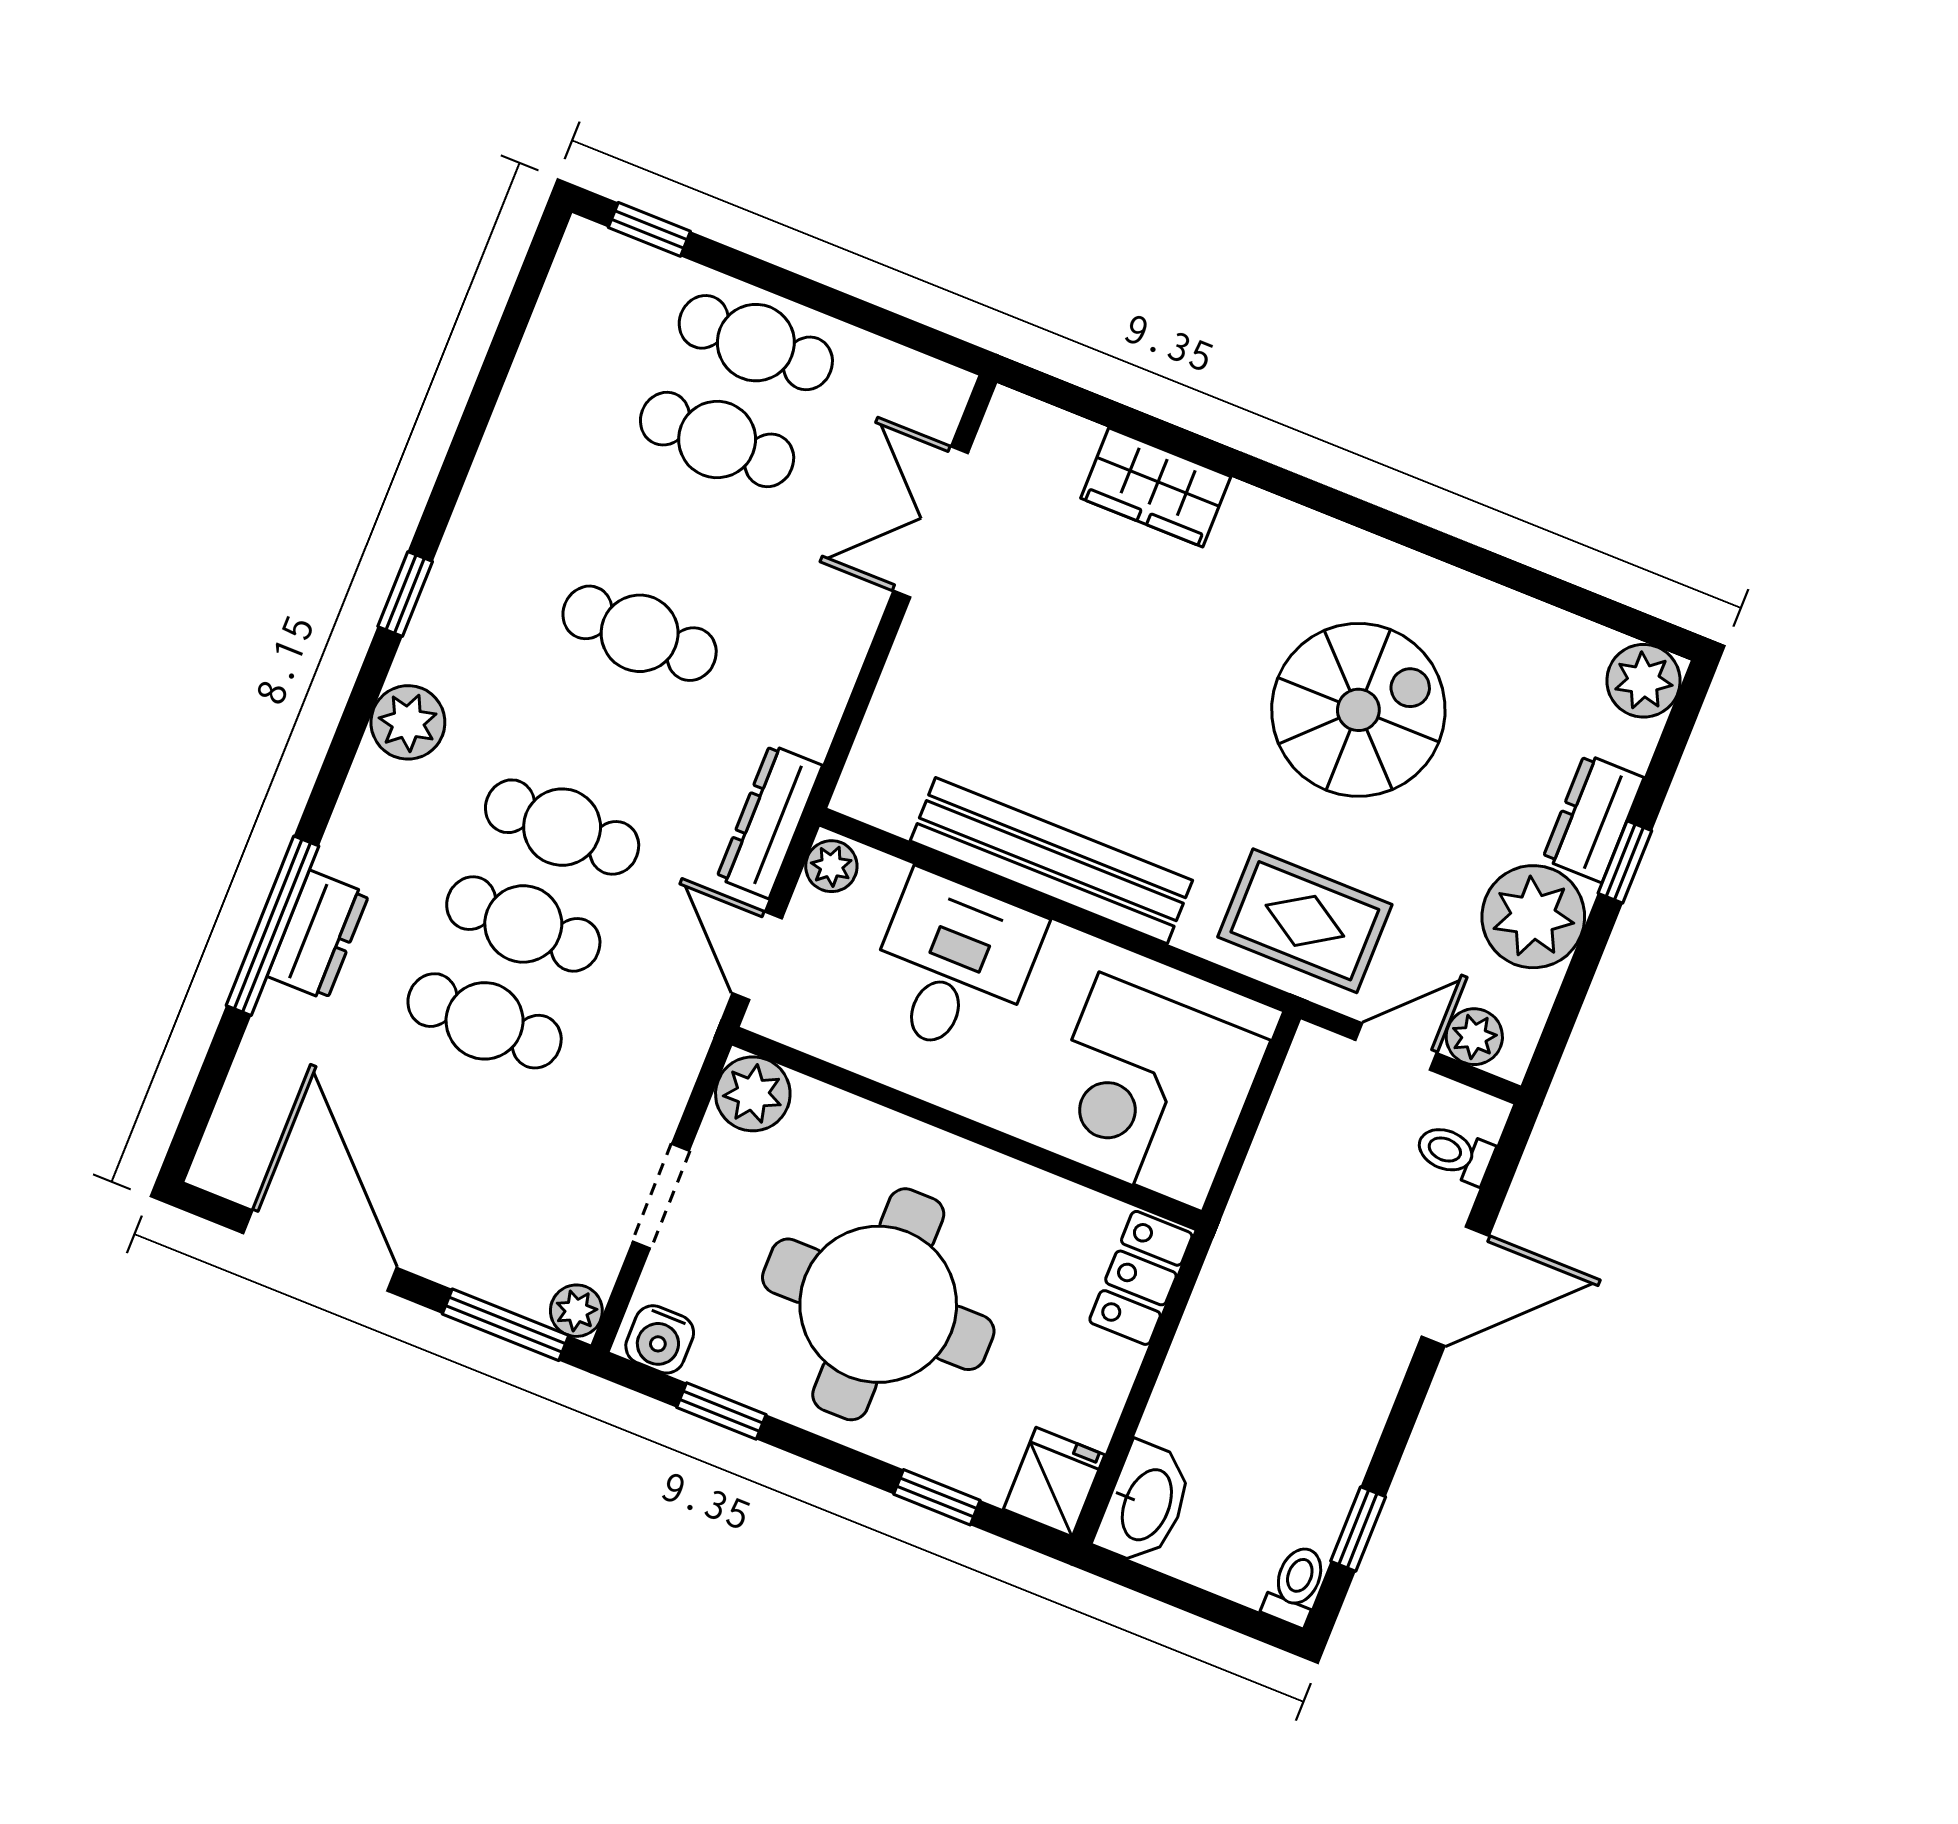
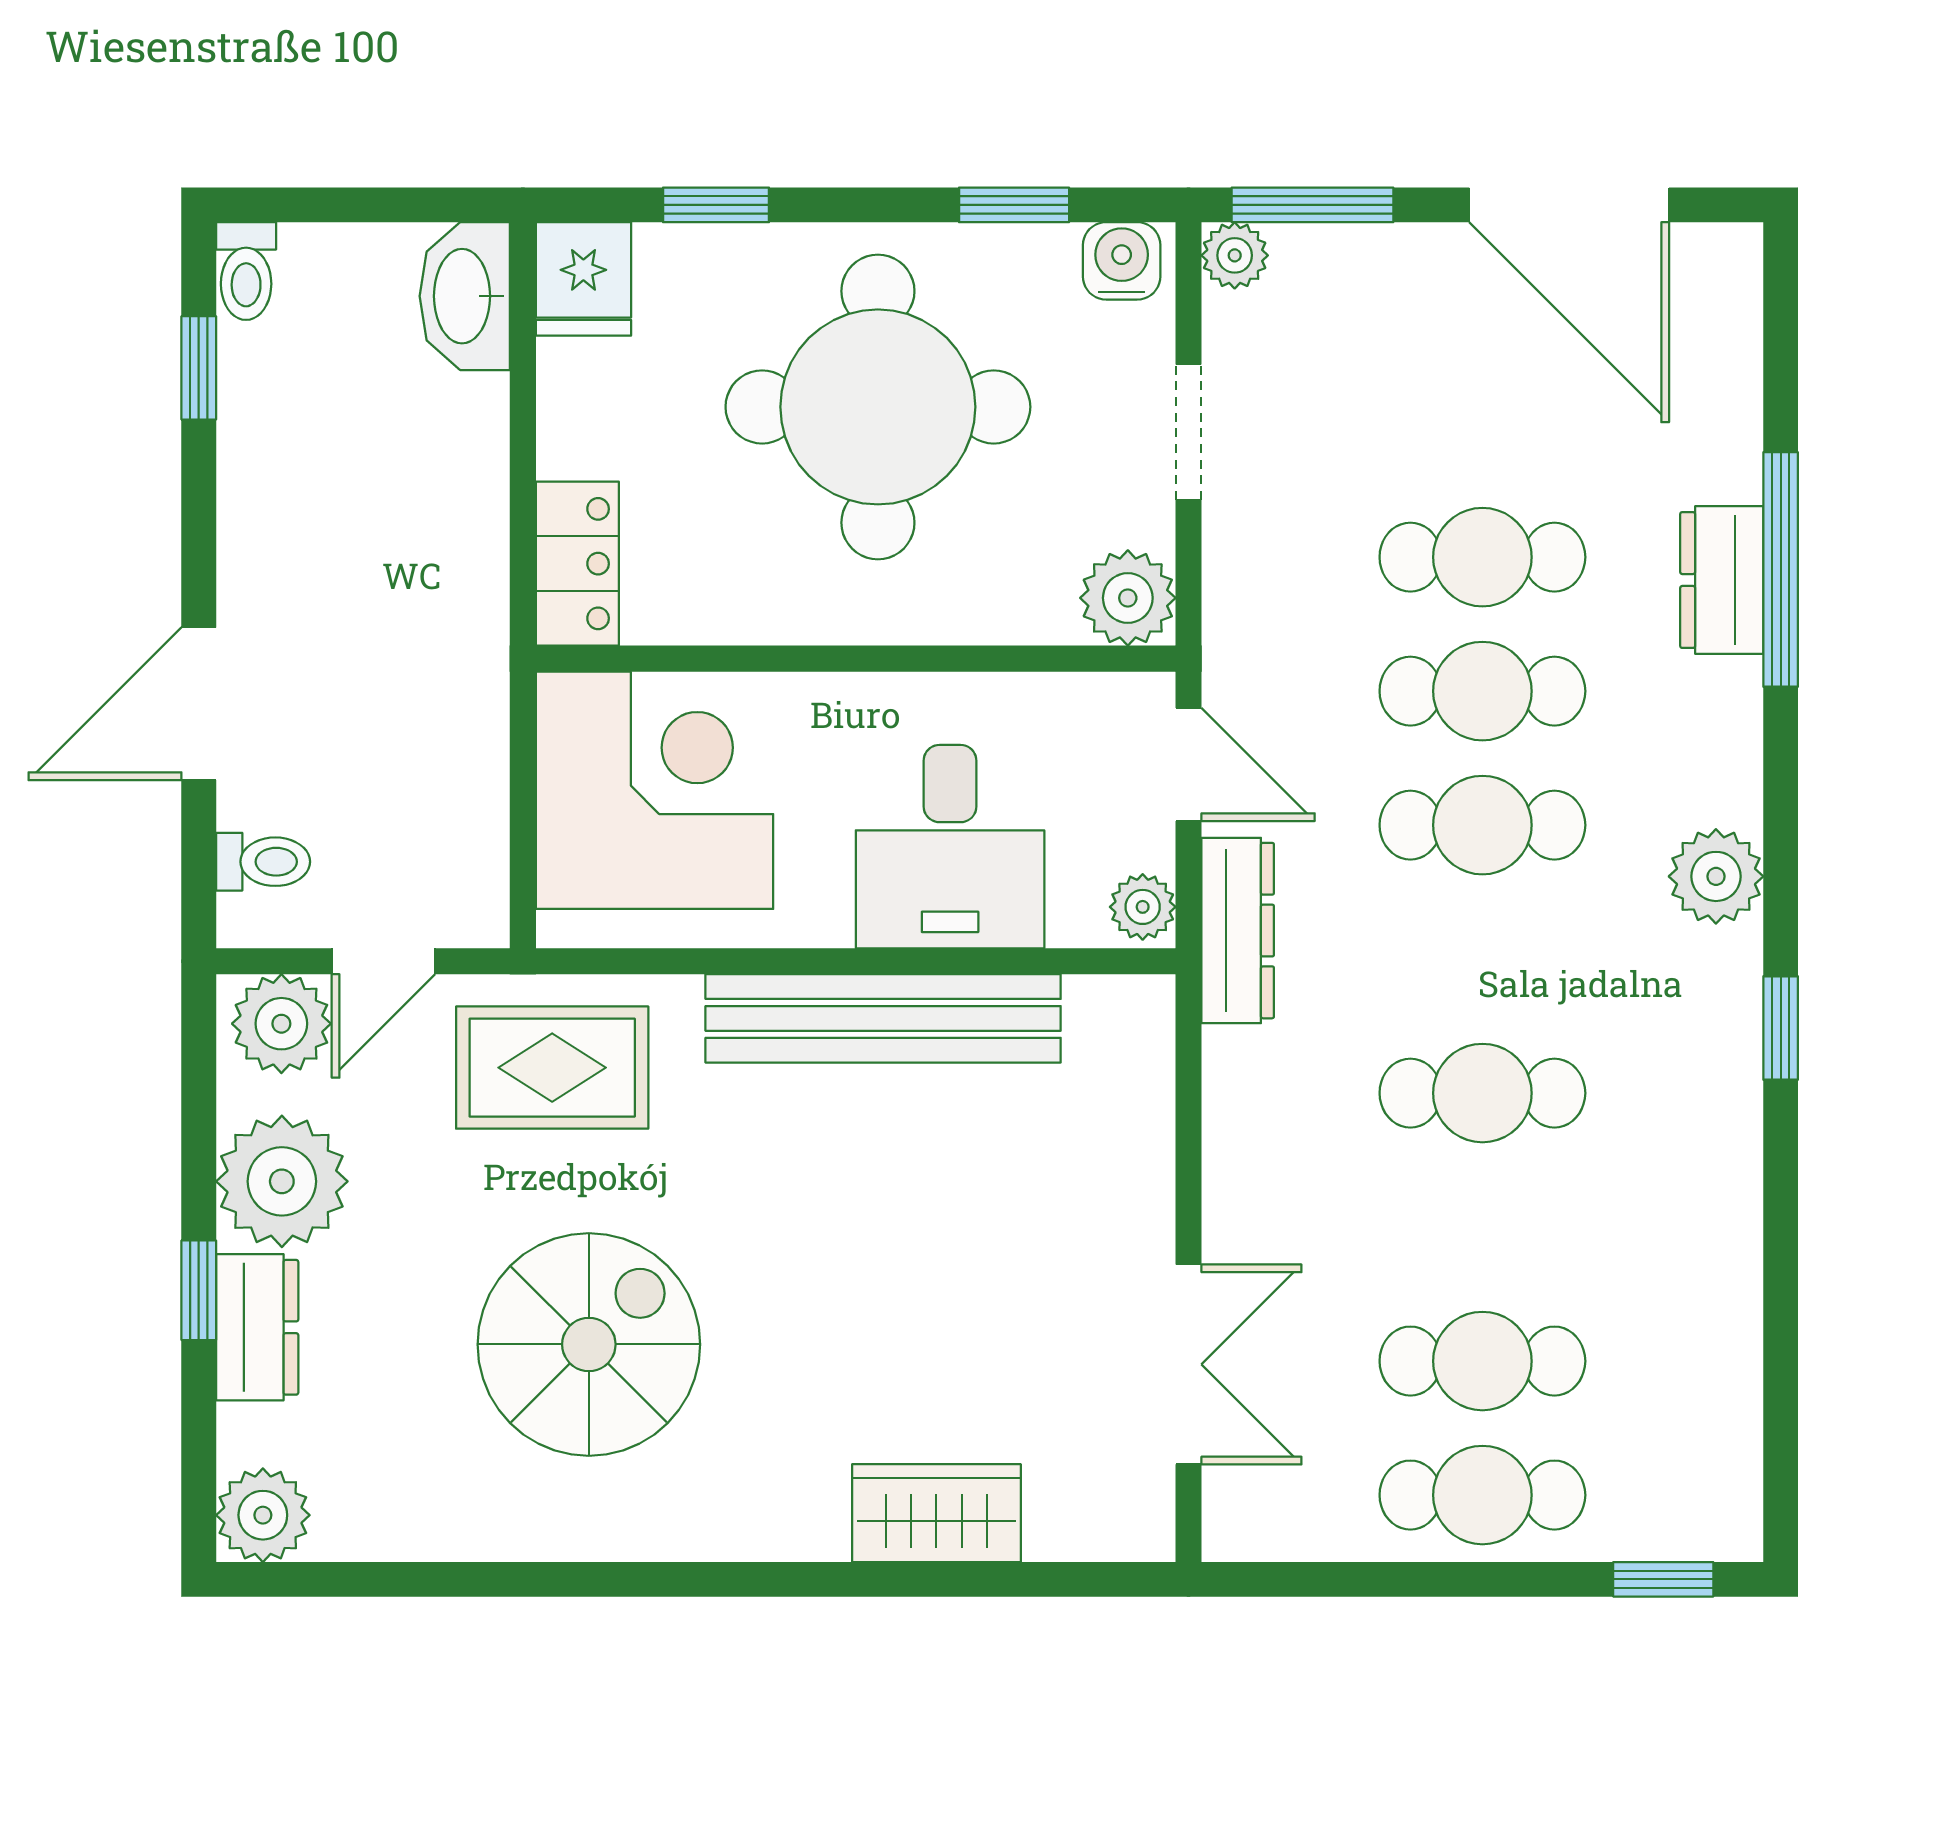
spiral stairs: (1358, 710) -> (589, 1344), turned 180
plant: (1474, 1037) -> (281, 1024), width x1.38, depth x1.38

